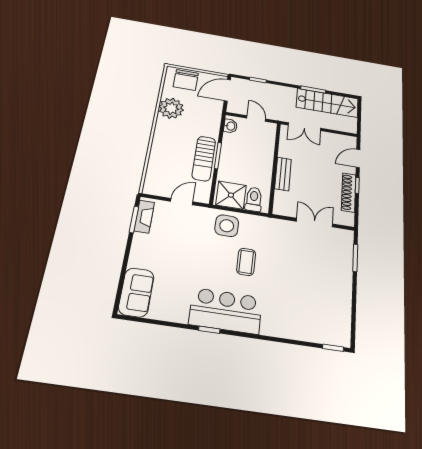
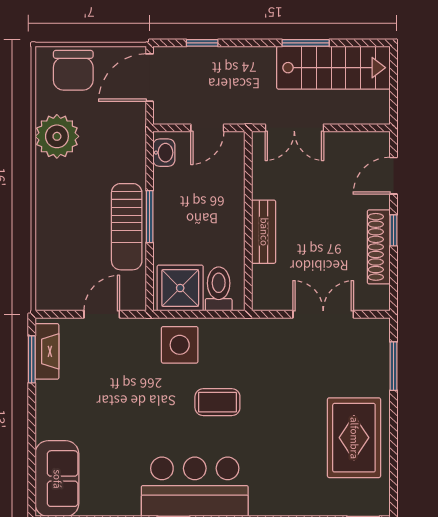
door: (256, 119) -> (207, 128), swing flipped
coffee table: (246, 262) -> (217, 402), turned 90
rug: (329, 296) -> (354, 438), added

